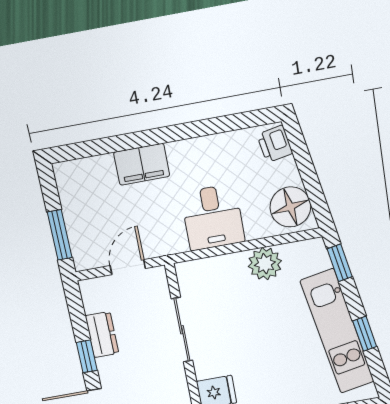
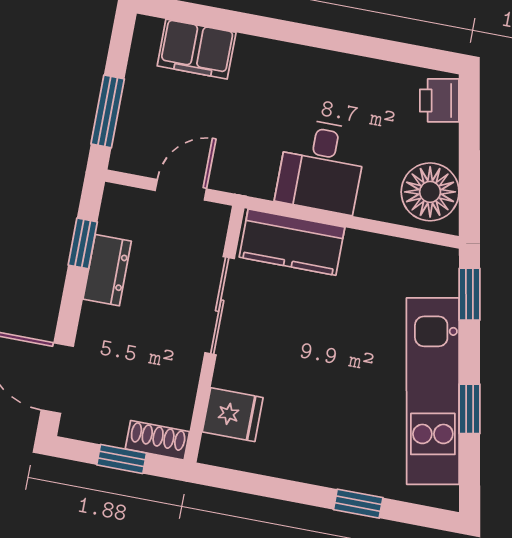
filing cabinet: (142, 164) -> (197, 49), moved
plant: (265, 264) -> (368, 256), removed
kitchen counter: (213, 273) -> (292, 242), added
window: (87, 356) -> (83, 243), moved

